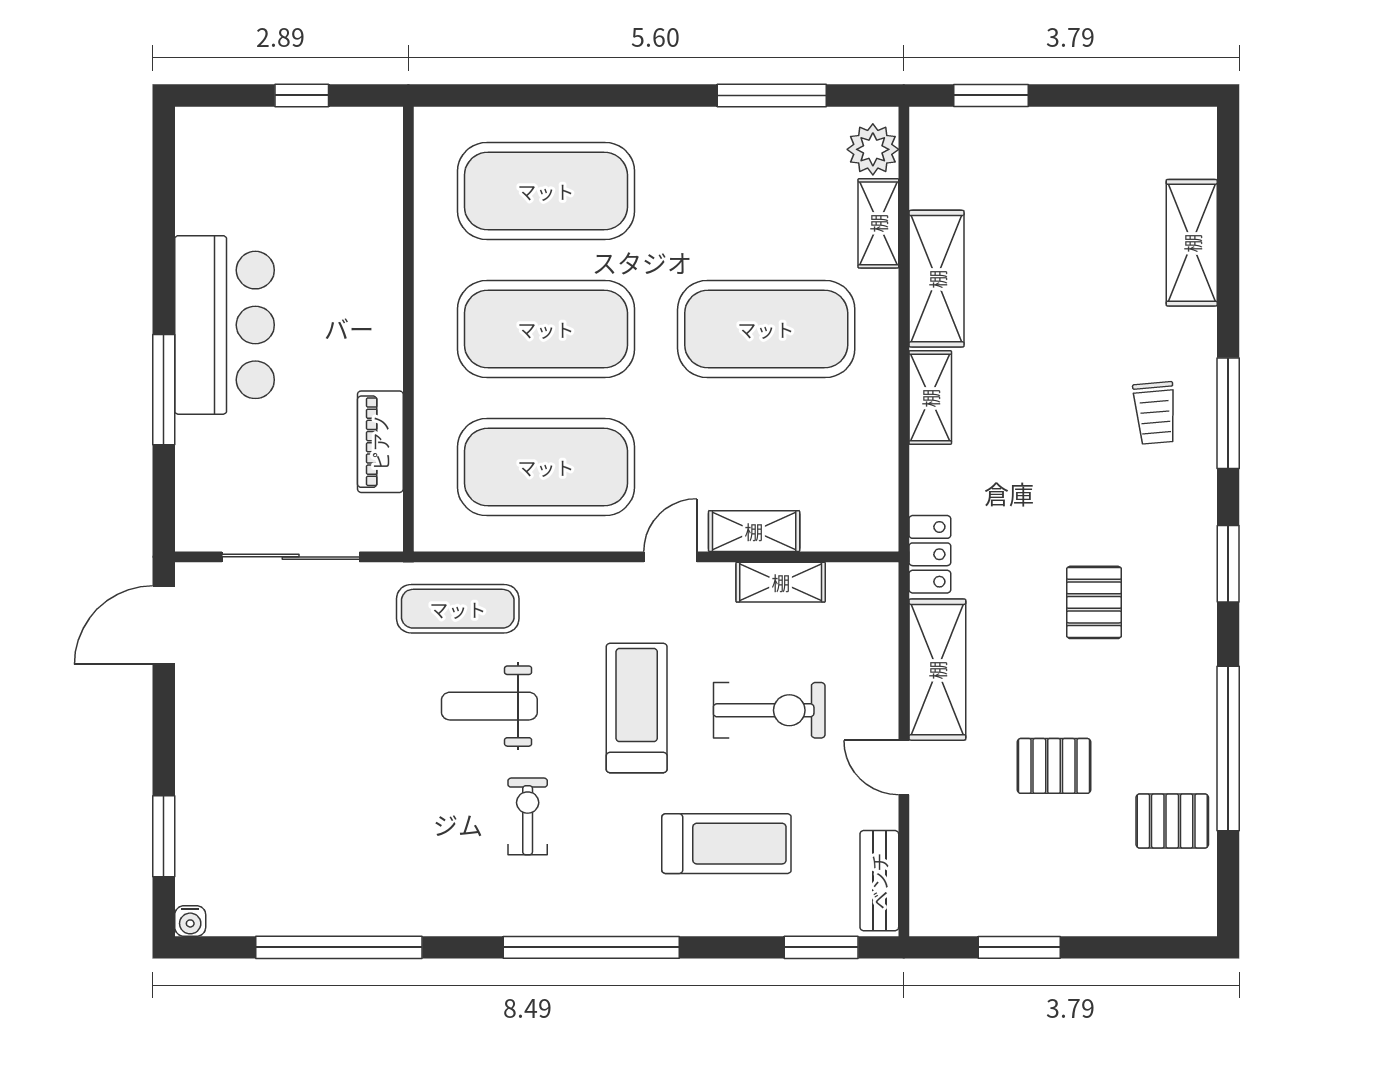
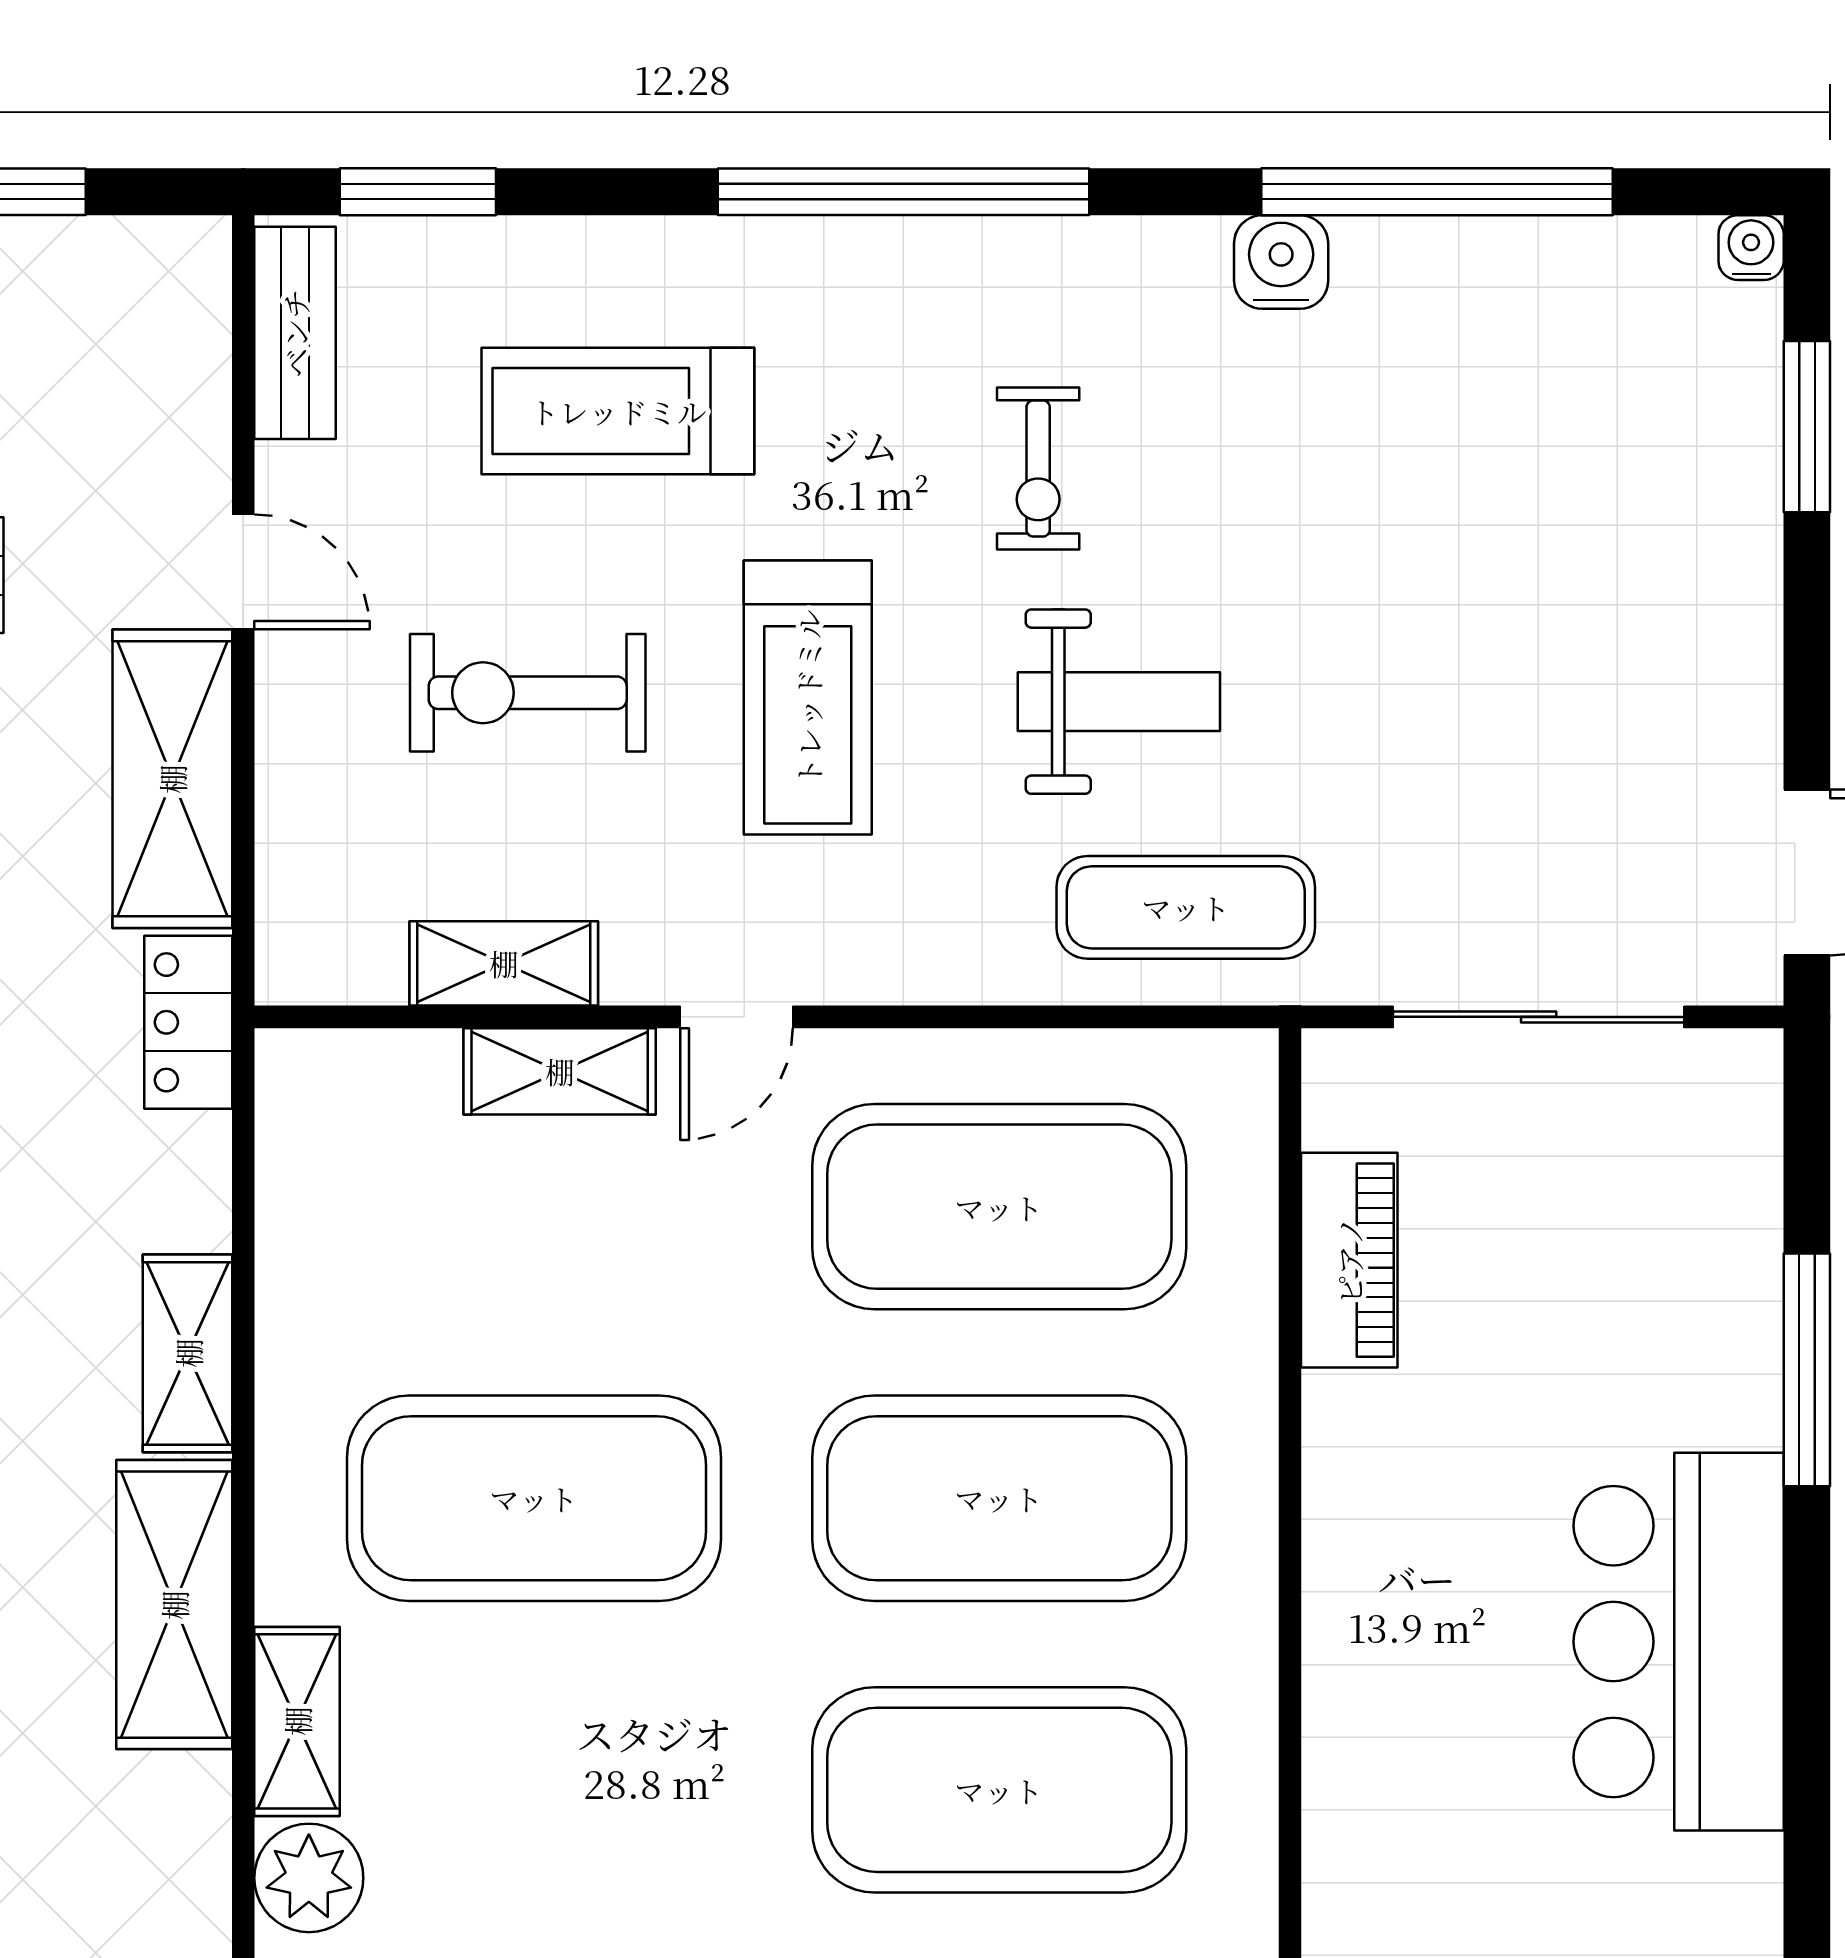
bar counter: (224, 325) -> (1679, 1642), moved
water cooler: (413, 914) -> (1281, 262), added

